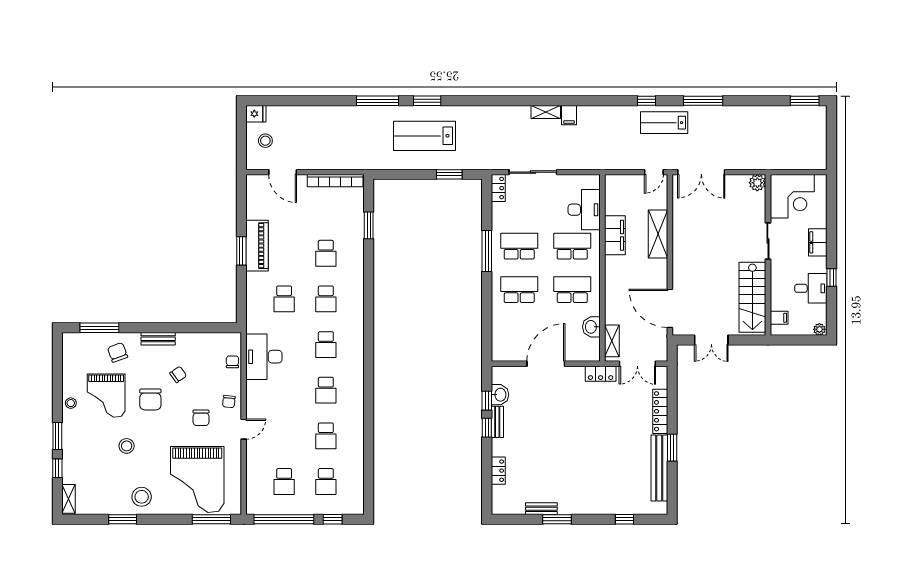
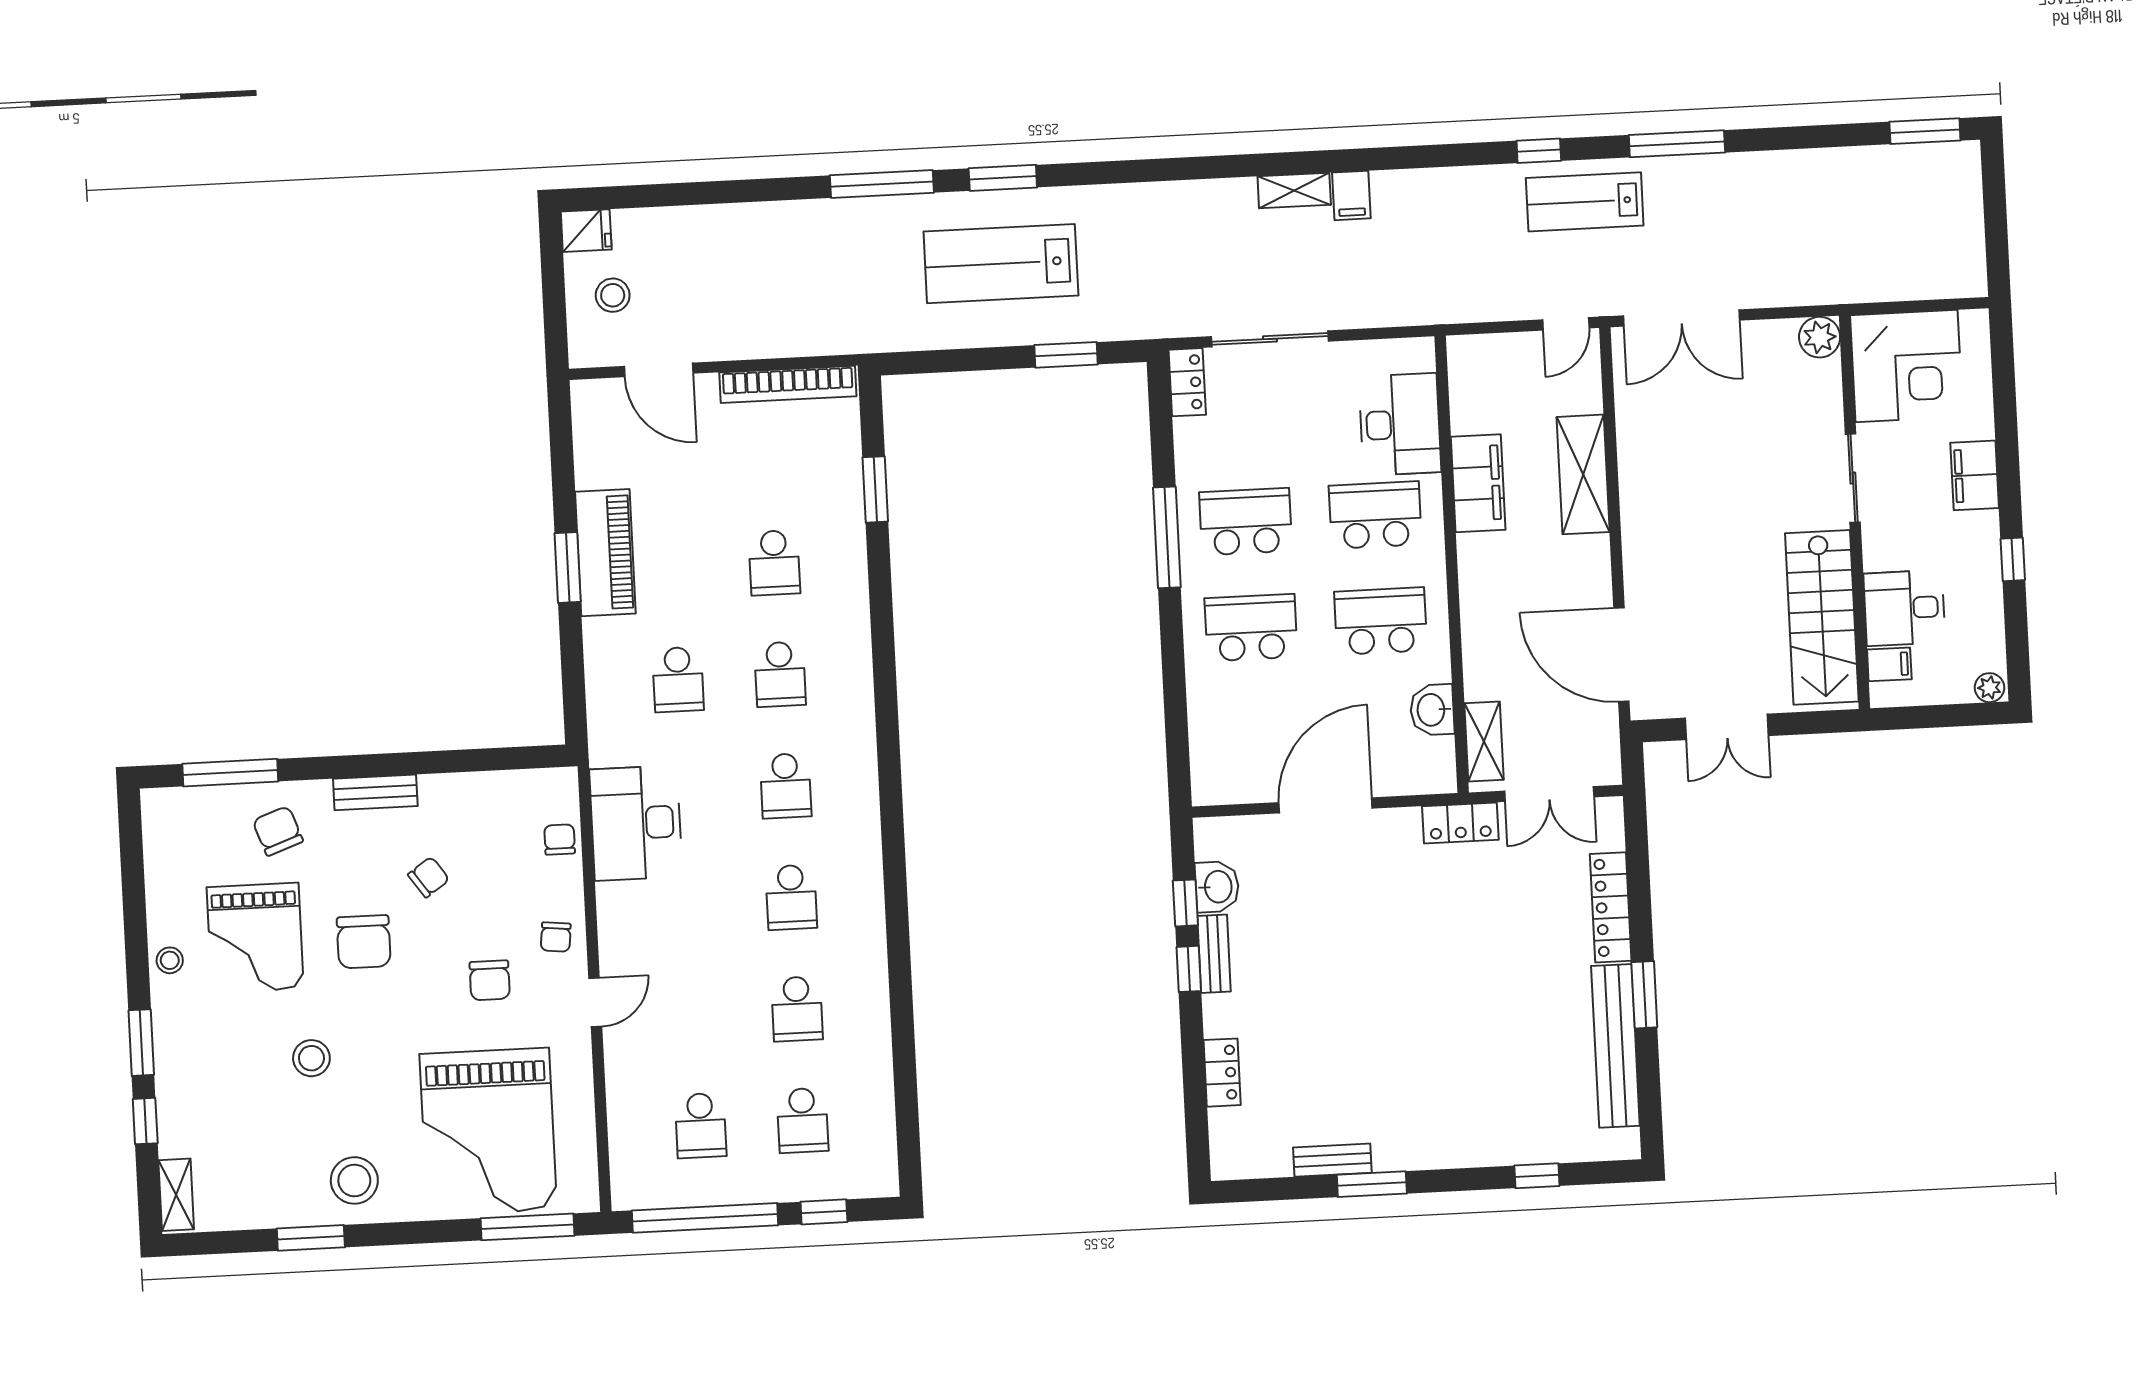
desk: (811, 288) -> (1904, 608), moved, turned 180

